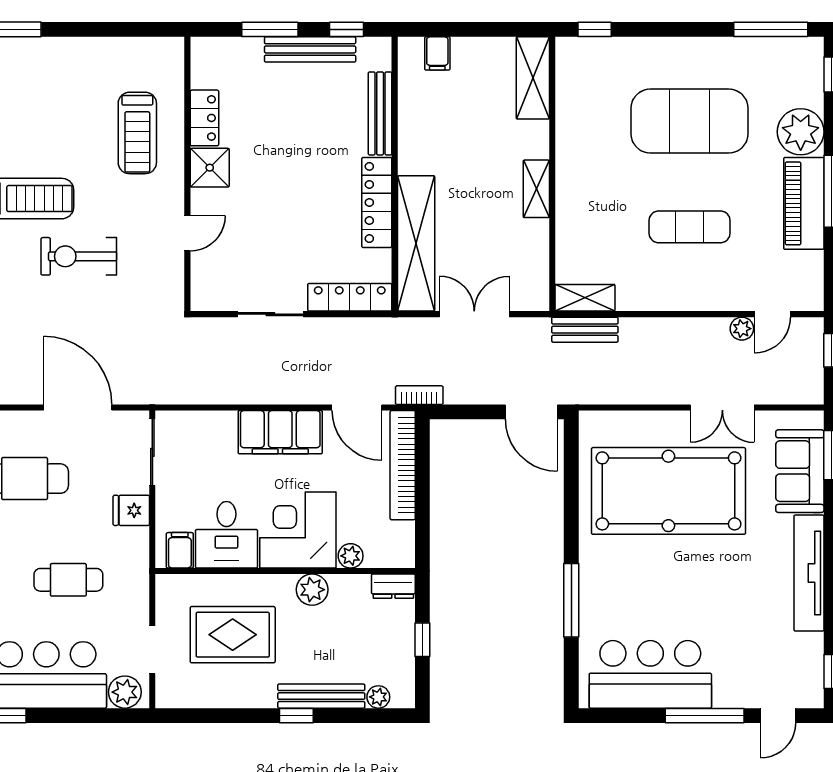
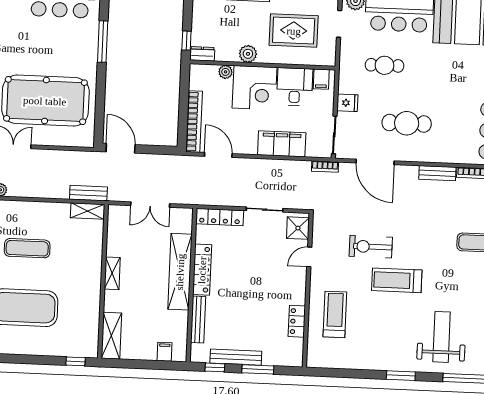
shower: (210, 168) -> (298, 228), moved
shelving: (416, 243) -> (180, 272), moved
exercise bike: (79, 256) -> (371, 247), turned 180
bookcase: (419, 395) -> (325, 167), moved
filing cabinet: (280, 432) -> (282, 144), moved
window: (422, 640) -> (186, 41), moved

